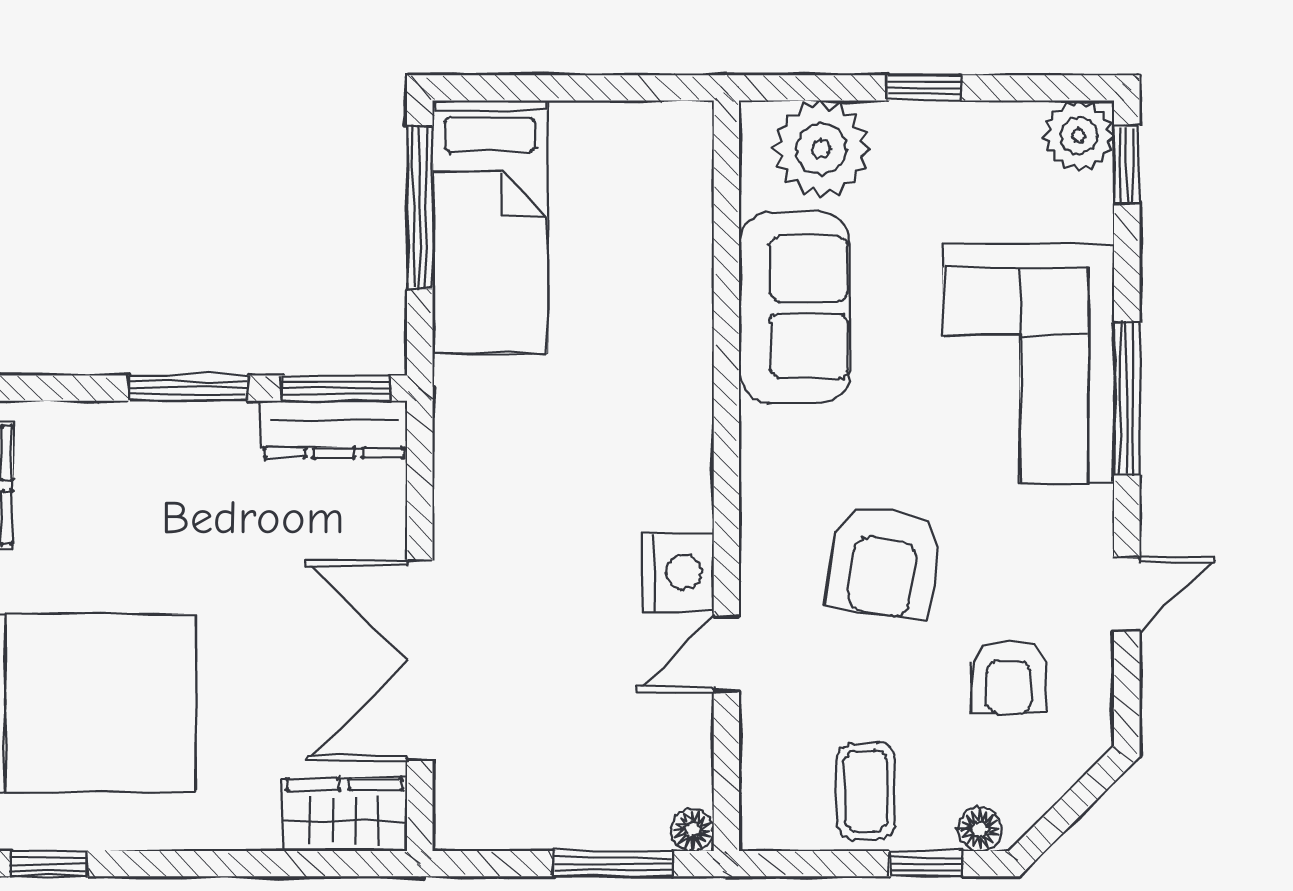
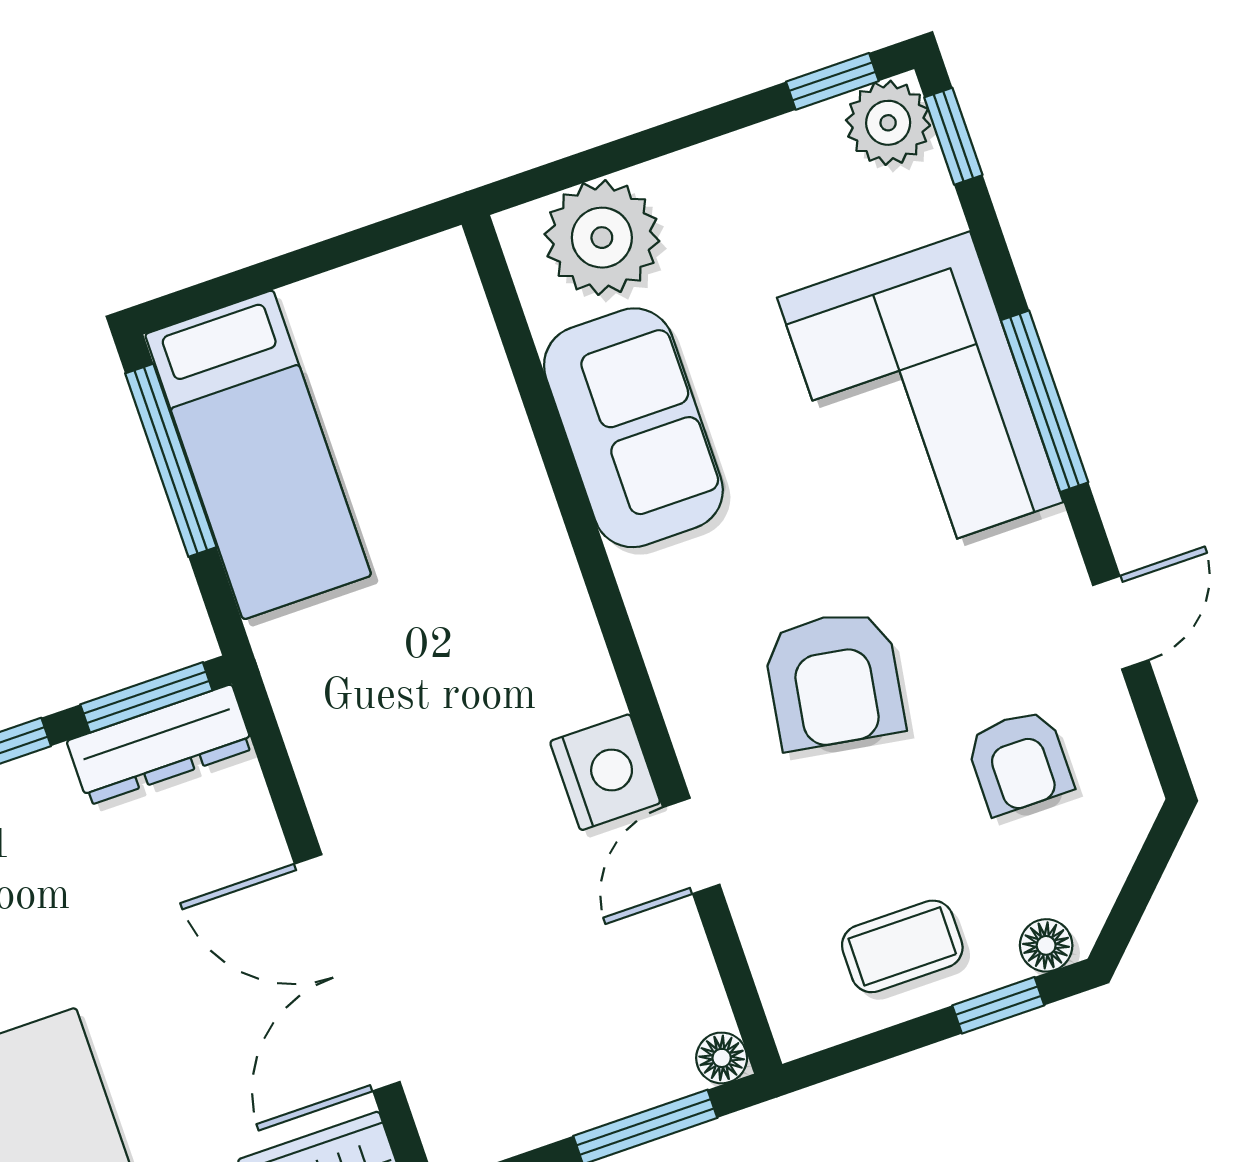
window: (924, 88) -> (832, 81), moved
coffee table: (866, 791) -> (902, 946), turned 90

